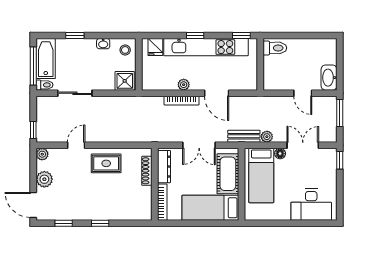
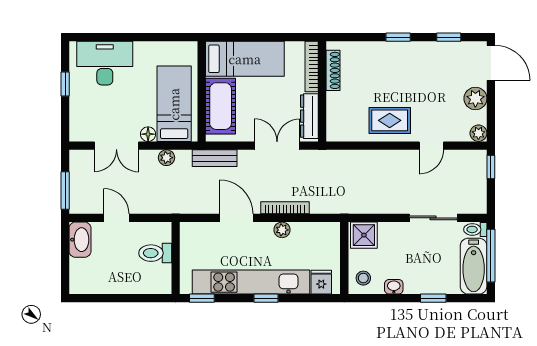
toilet: (275, 48) -> (155, 253), moved
bench: (244, 136) -> (215, 158), moved
double door: (199, 145) -> (277, 146), moved
window: (340, 160) -> (65, 84), moved
shoe rack: (147, 171) -> (333, 70), moved

